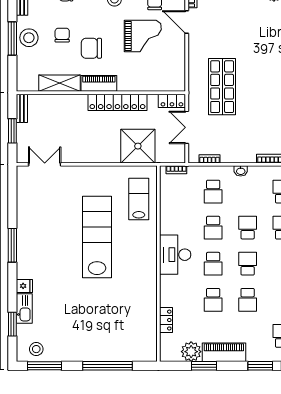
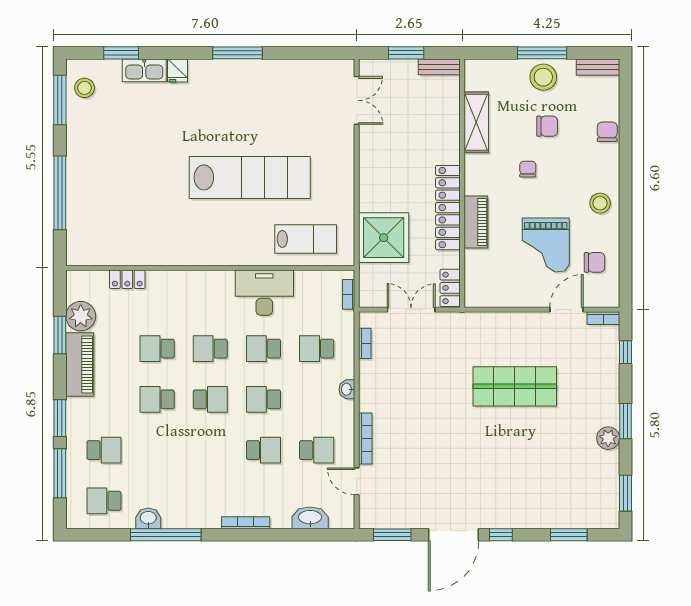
chair: (91, 48) -> (528, 169), width x0.54, depth x0.54
piano: (99, 83) -> (476, 222), moved
shop shelf: (222, 87) -> (515, 386), moved
school desk: (248, 228) -> (263, 399), turned 180
desk: (175, 255) -> (264, 293), moved

